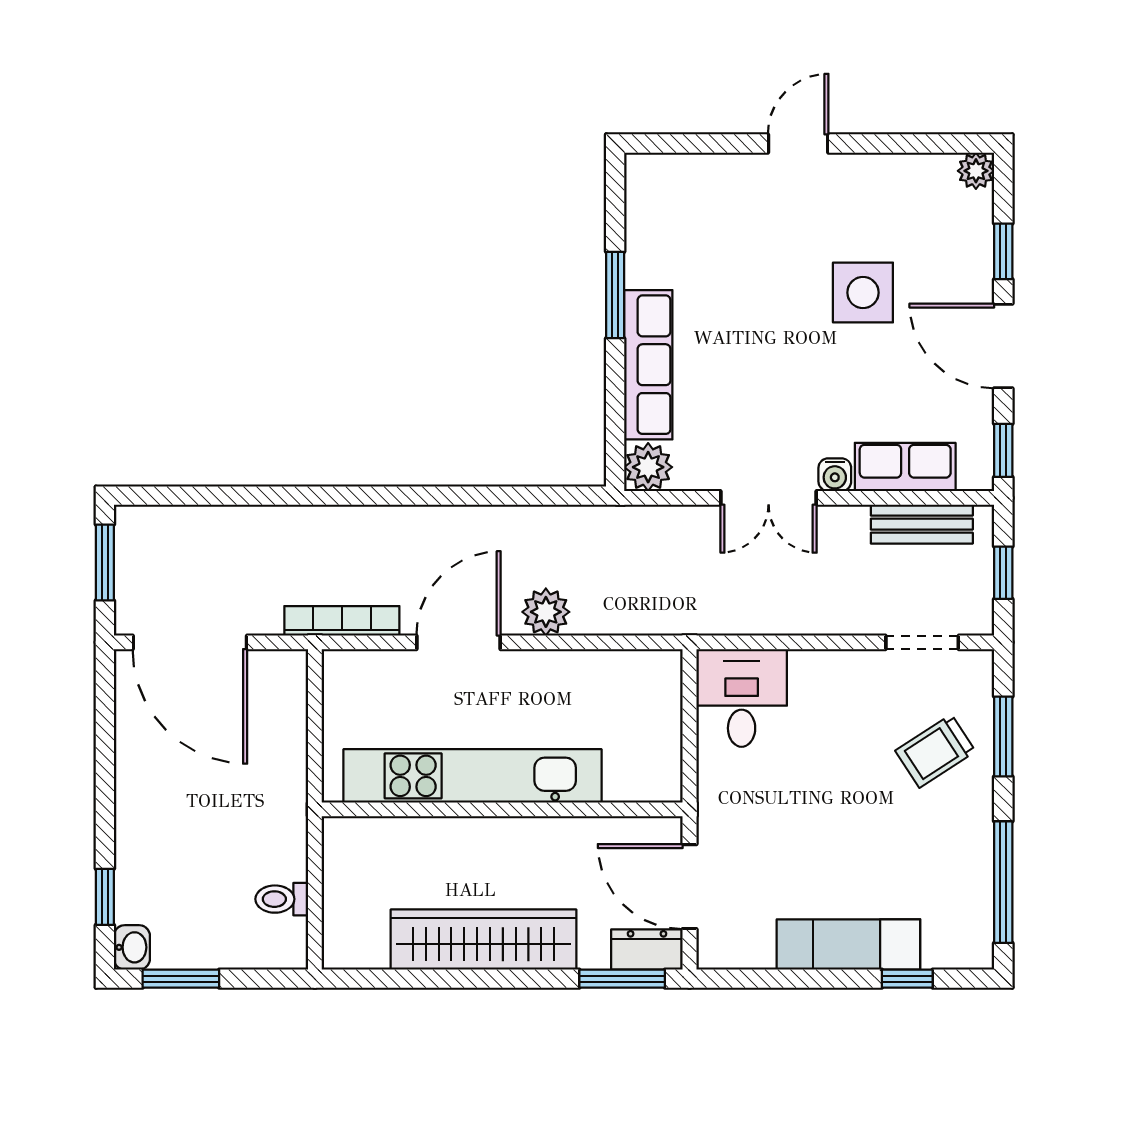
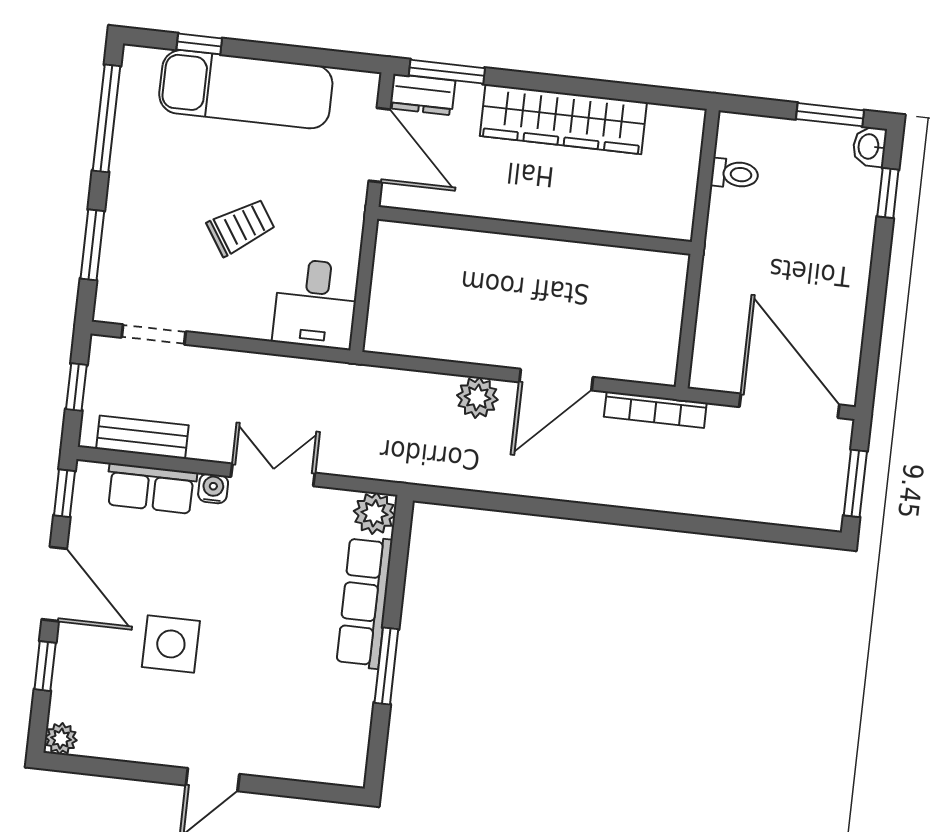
trolley: (935, 751) -> (241, 227), moved
kitchen unit: (473, 776) -> (557, 262), removed
exam couch: (848, 944) -> (246, 89), width x1.36, depth x1.45

